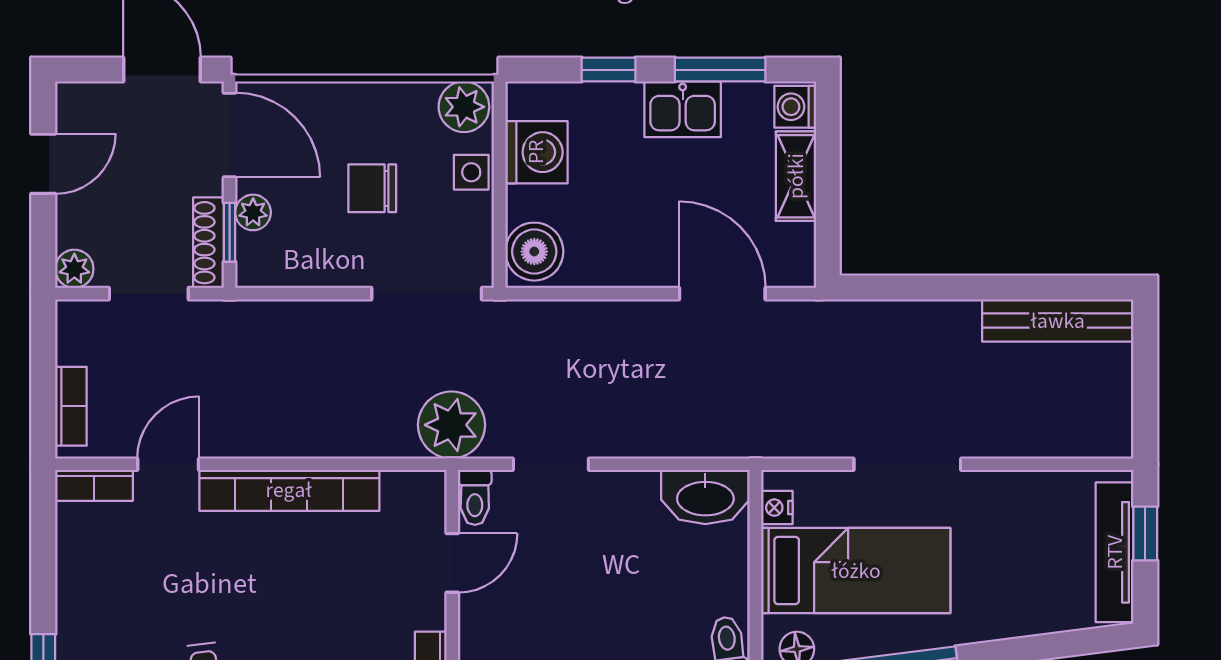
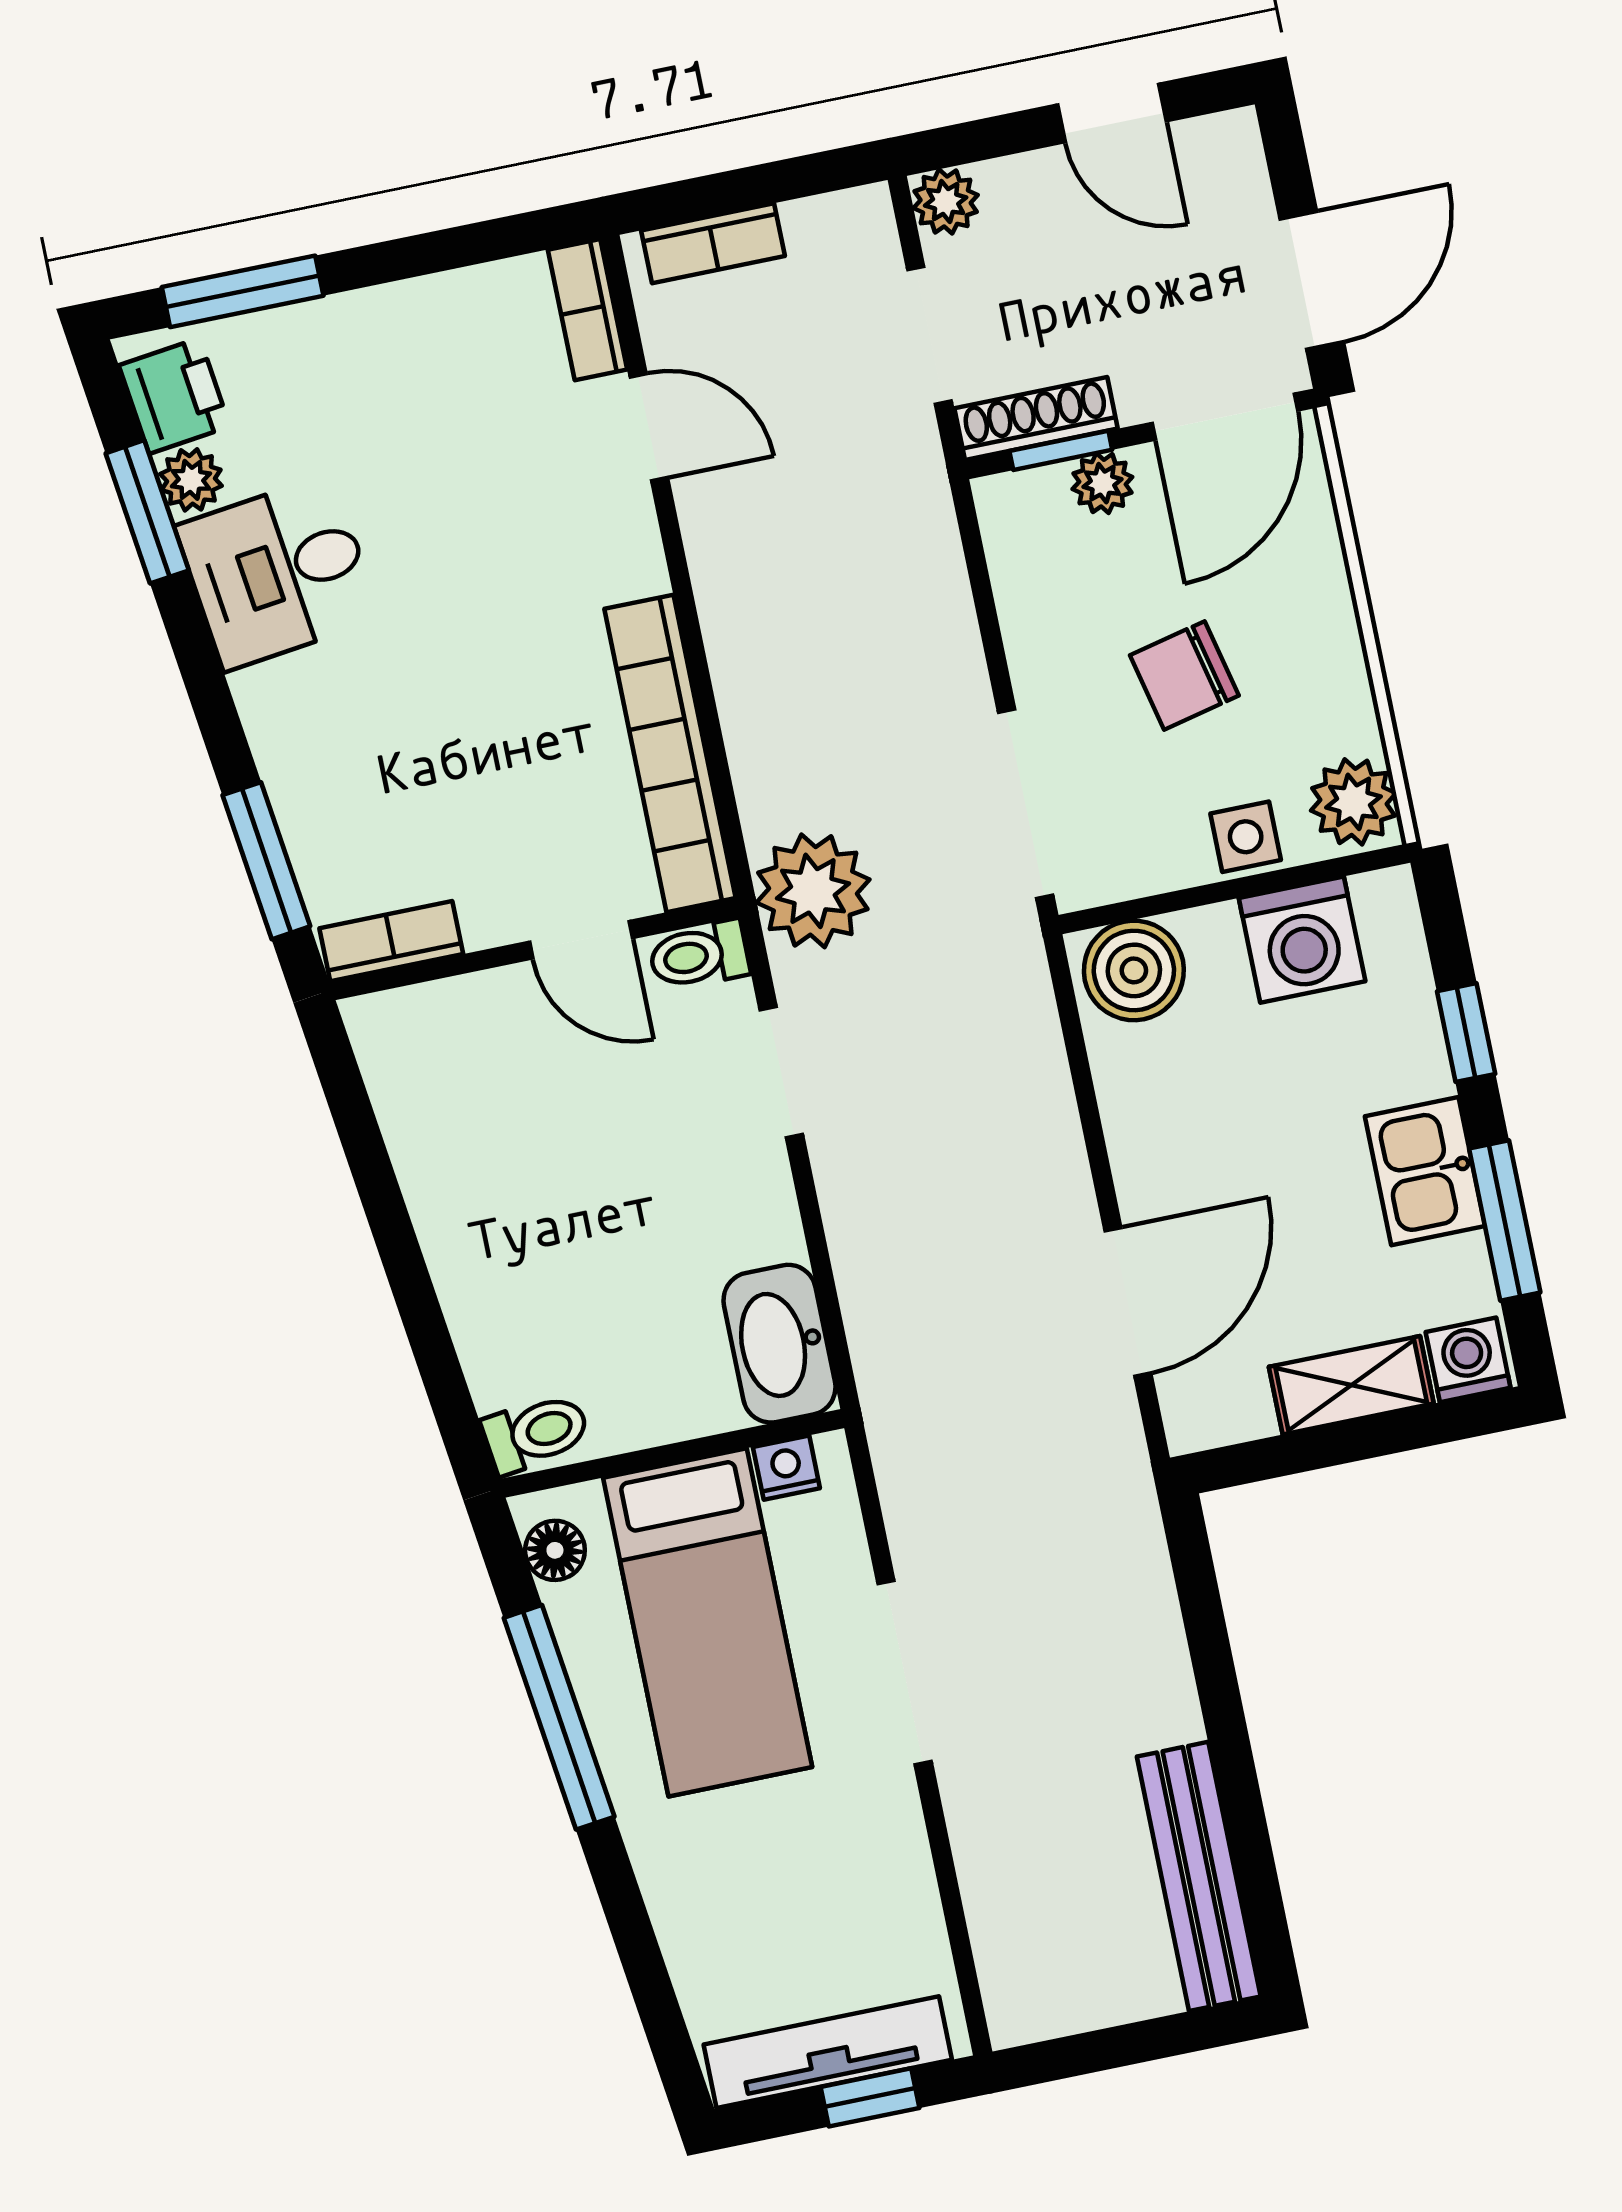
chair: (372, 188) -> (1184, 675), turned -103
bookcase: (289, 490) -> (670, 753), moved

